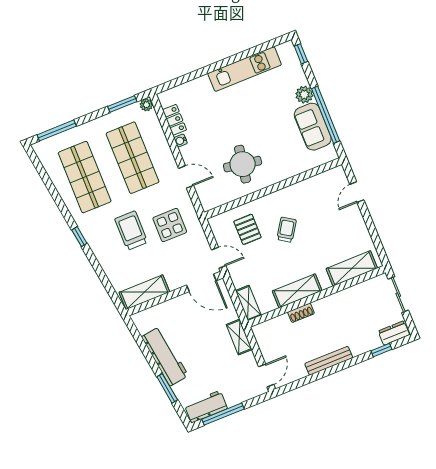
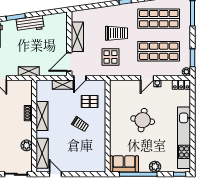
kitchen unit: (245, 69) -> (184, 138), width x1.36
locker: (174, 120) -> (181, 85), moved
sofa: (313, 127) -> (124, 164), moved
round table: (243, 164) -> (143, 120), moved
door: (186, 177) -> (147, 78), moved
door: (357, 192) -> (55, 174), moved
shelving: (144, 292) -> (77, 37), moved
plant: (350, 296) -> (27, 145), added
shelving: (248, 303) -> (63, 85), moved
workbench: (165, 356) -> (30, 24), width x0.73

